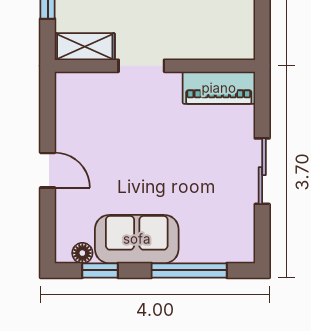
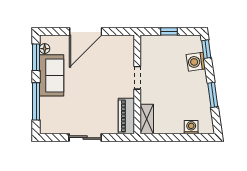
shelving: (85, 47) -> (147, 119), moved
door: (48, 170) -> (86, 31), width x1.87
window: (100, 270) -> (36, 57), width x1.50

